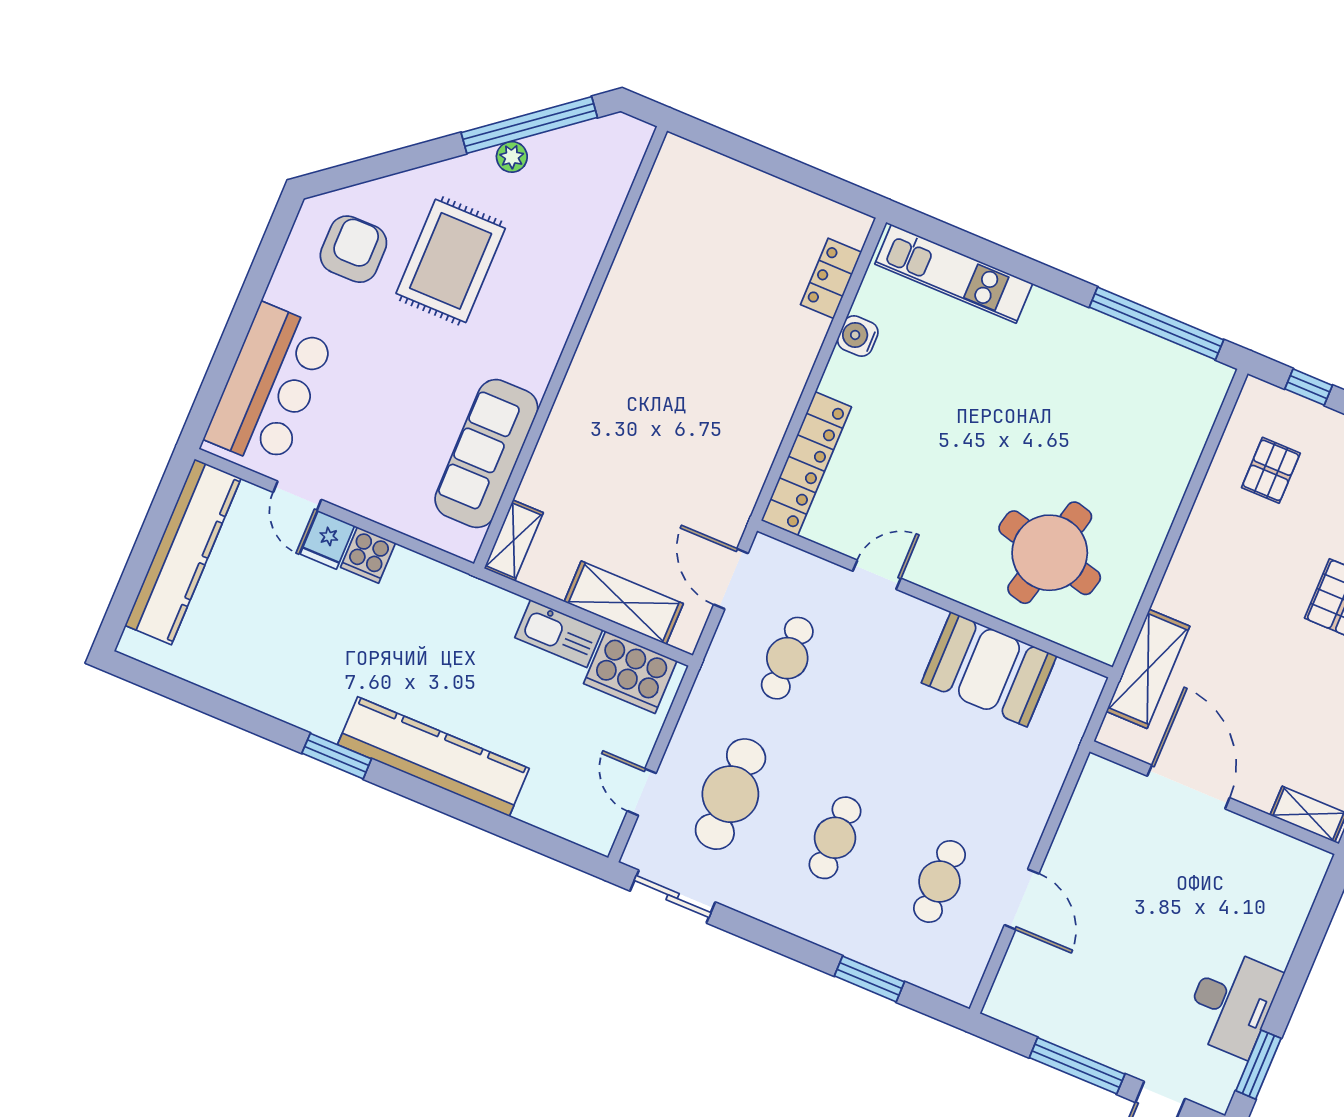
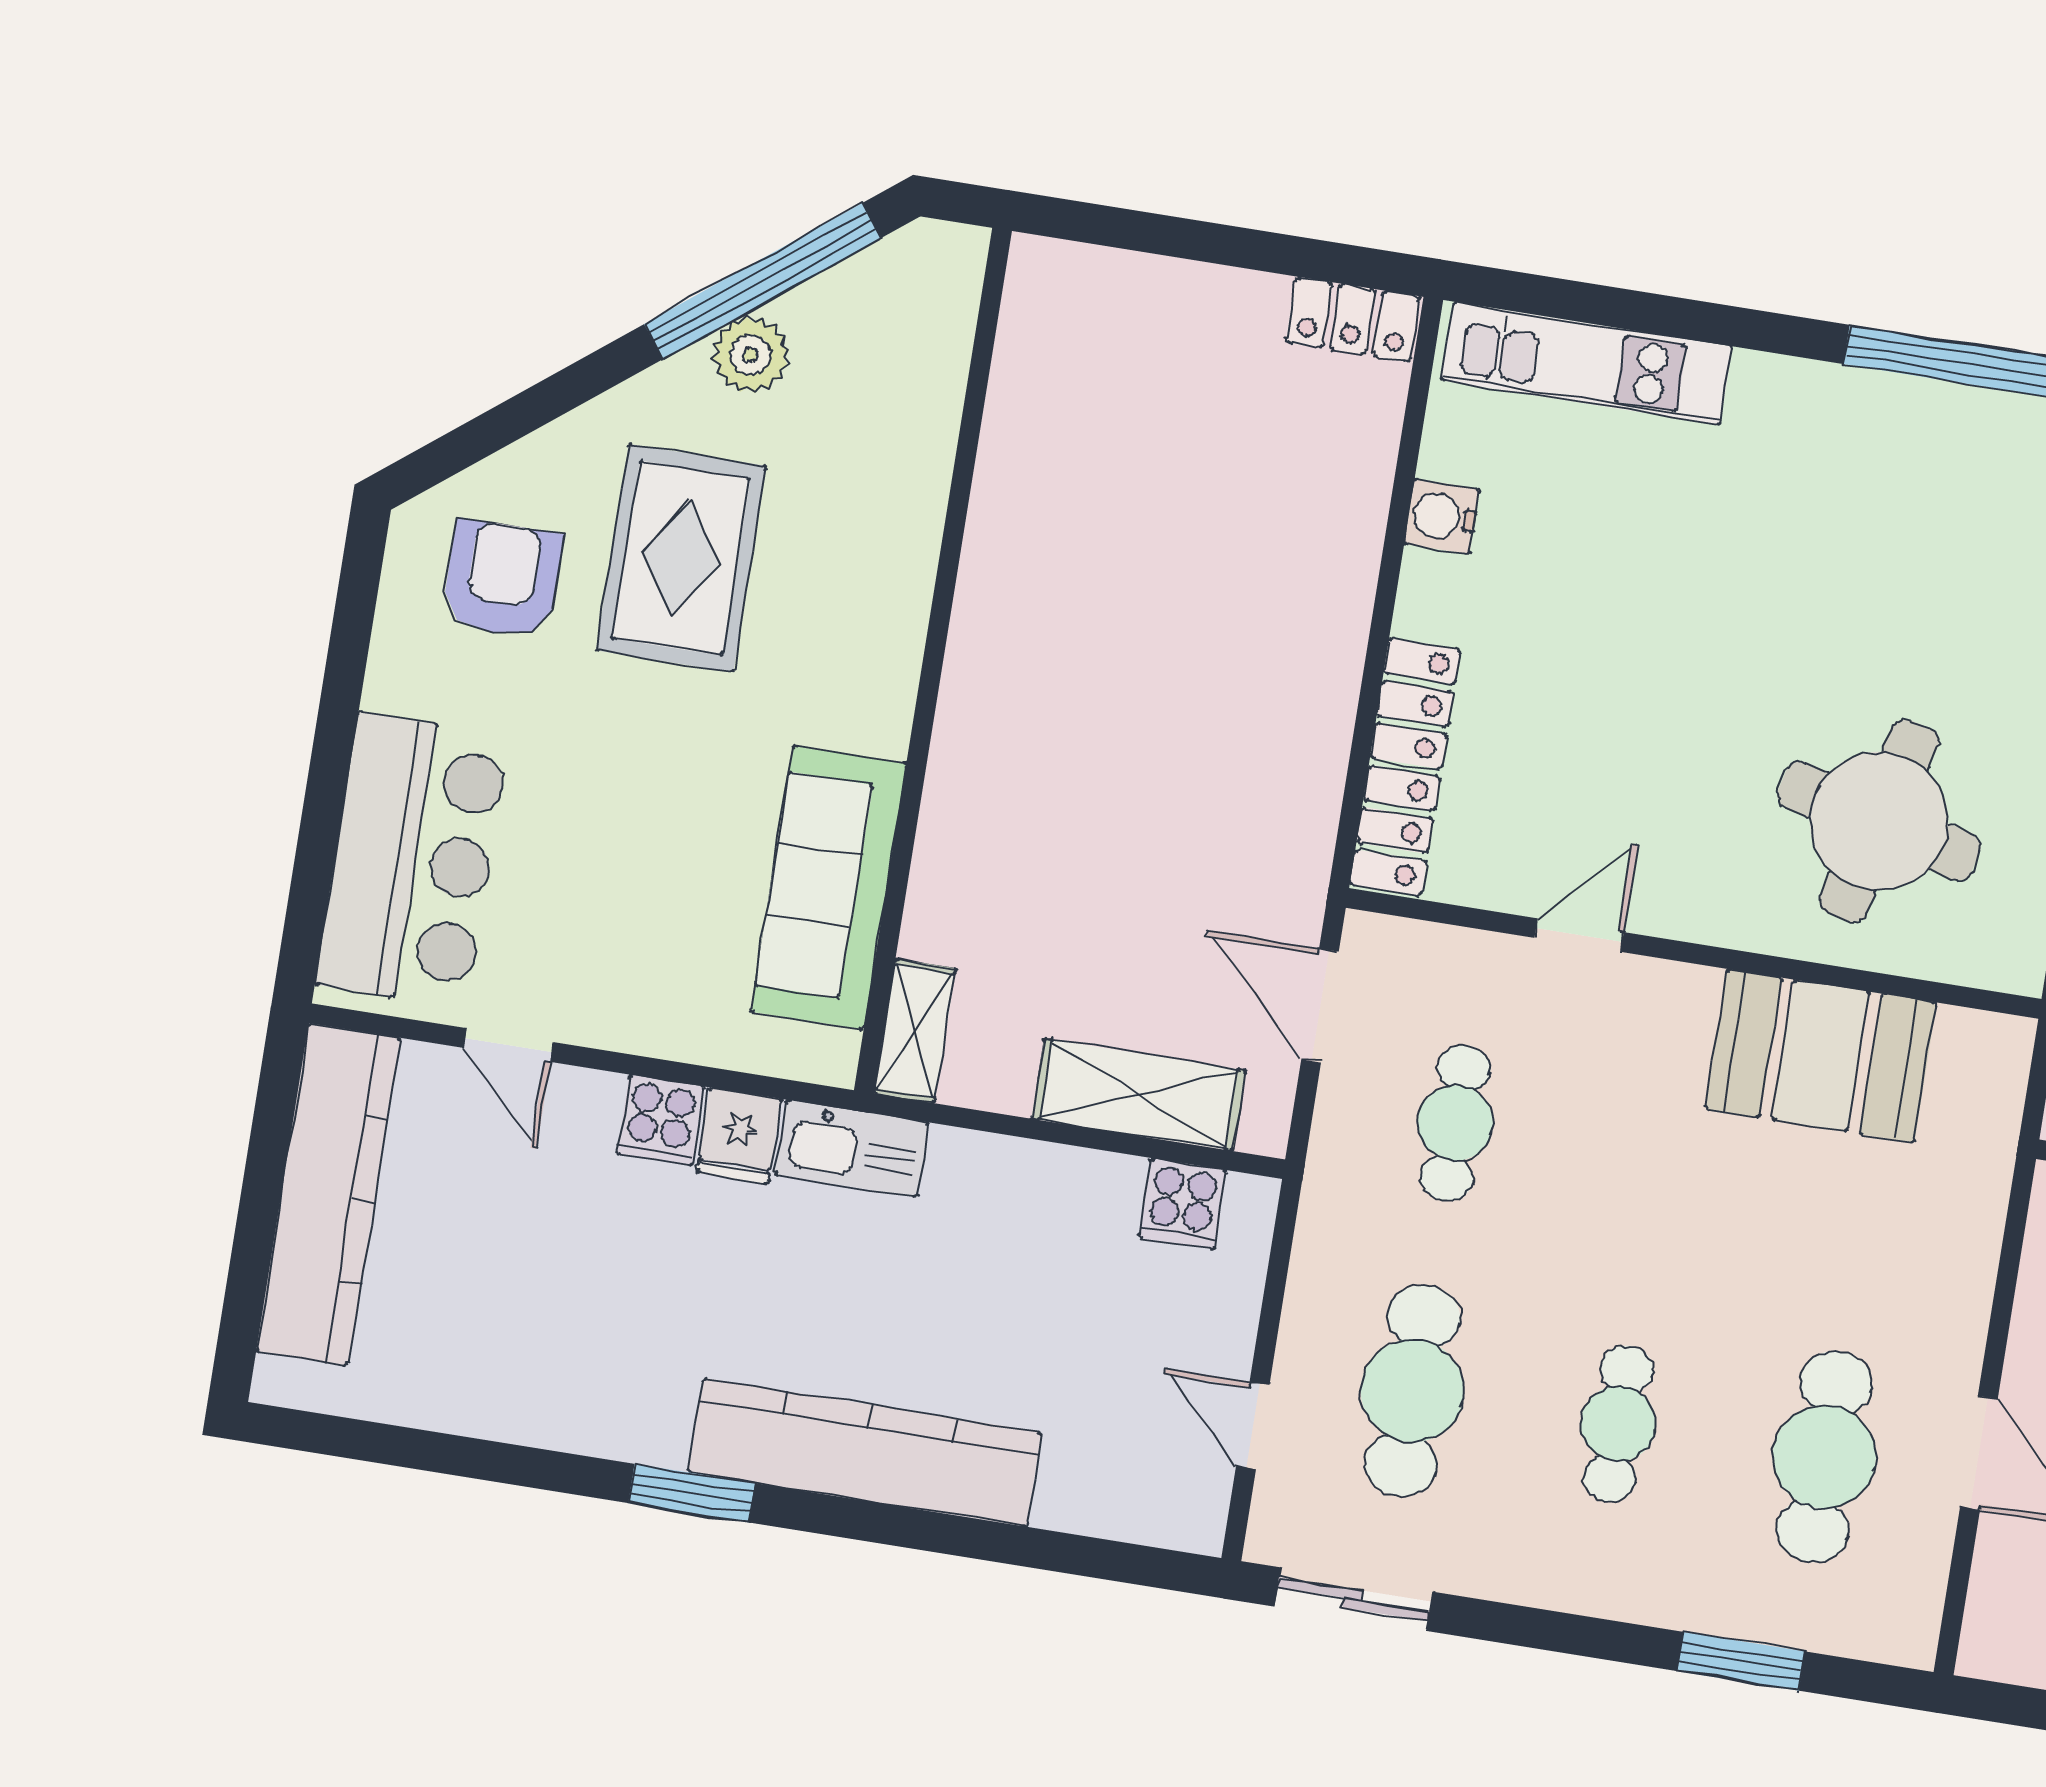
plant: (512, 157) -> (751, 355), width x1.38, depth x1.38
locker: (831, 278) -> (1353, 319), moved, turned -90
fridge: (327, 540) -> (739, 1136), moved
kitchen sink: (559, 634) -> (852, 1149), moved
cooker: (630, 672) -> (1182, 1204), width x0.53, depth x0.76
cafe table: (940, 882) -> (1824, 1457), width x1.37, depth x1.35

